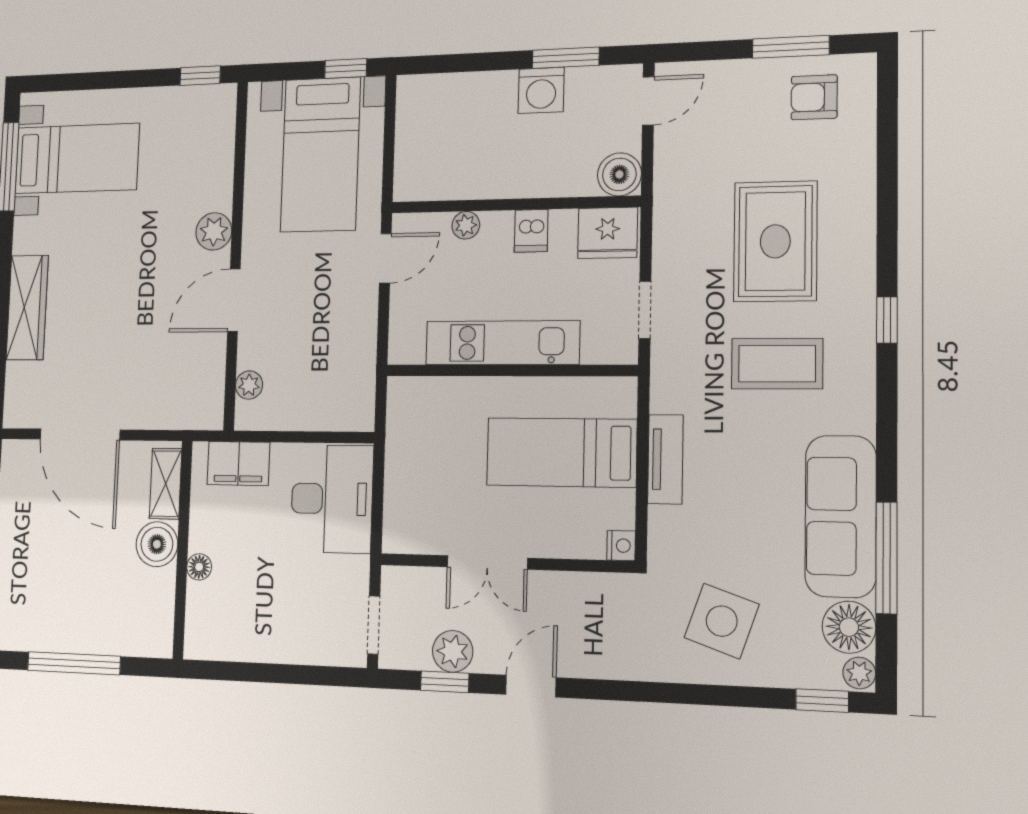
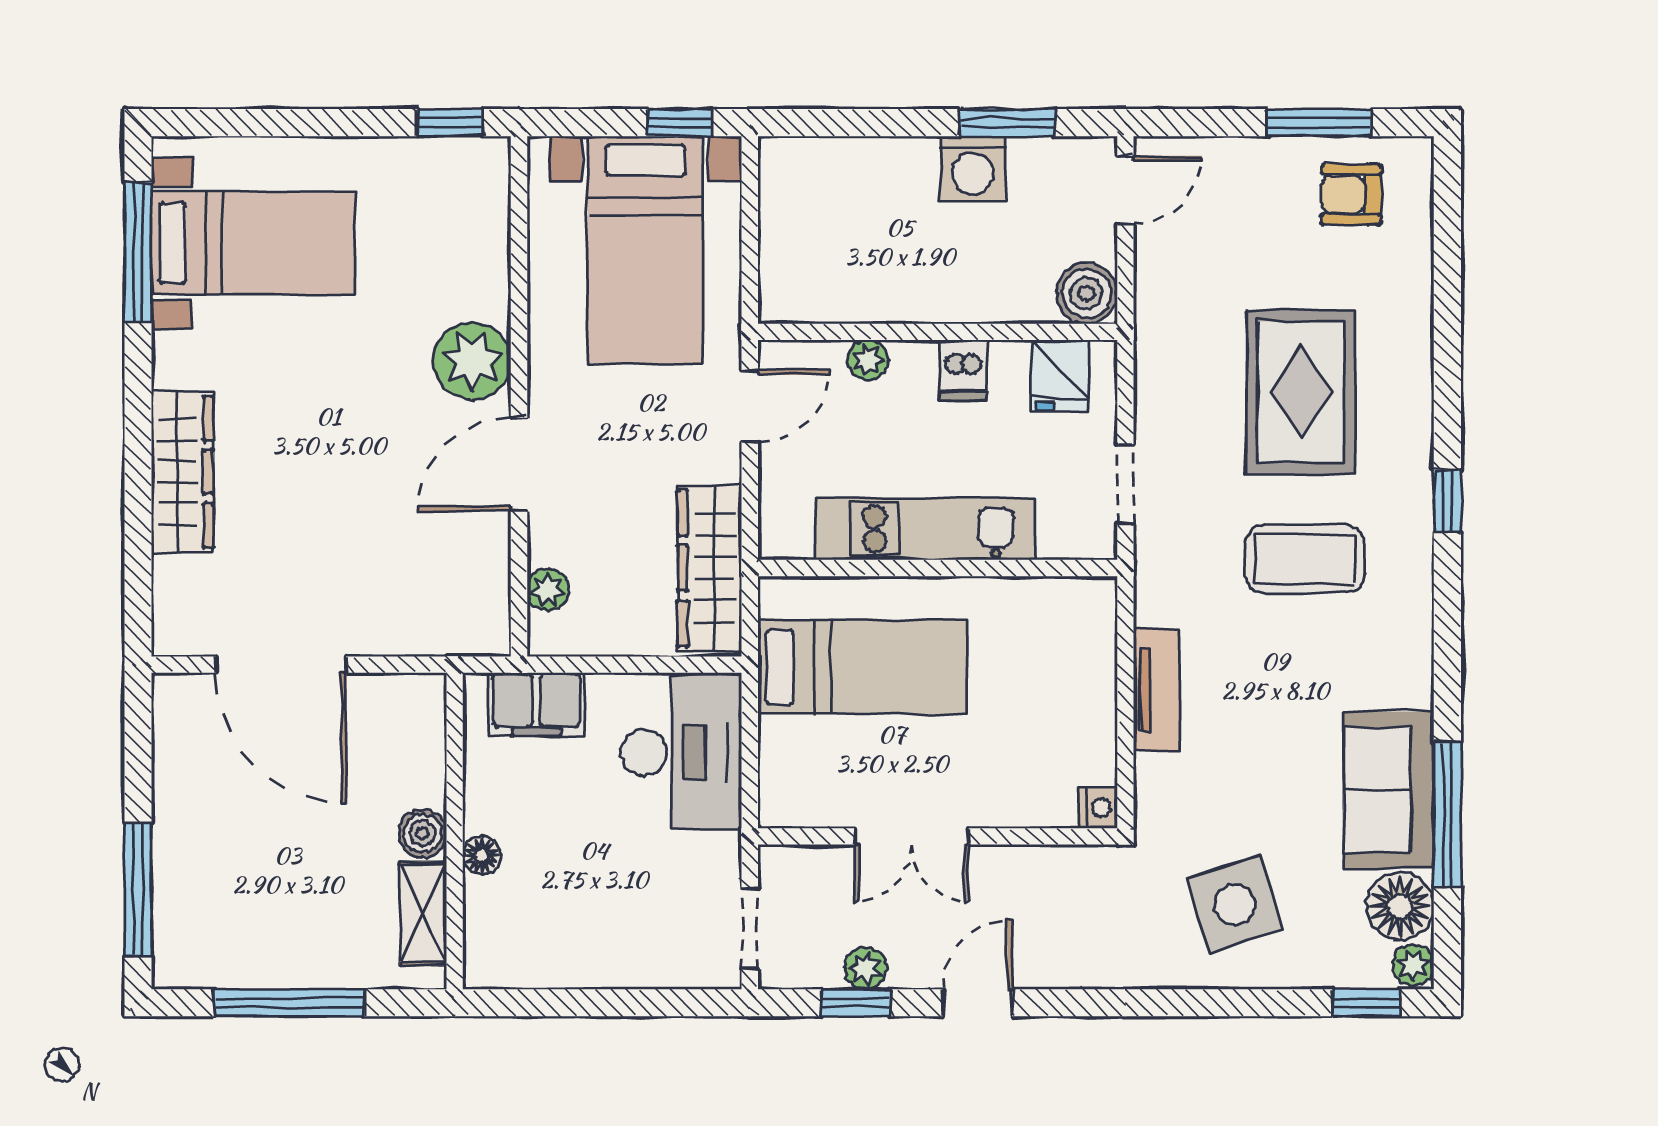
plant: (214, 231) -> (472, 361), width x1.36, depth x1.36
fridge: (608, 233) -> (1060, 376), width x0.72
wardrobe: (355, 370) -> (710, 568), added
bed: (561, 452) -> (862, 667), moved, turned 180
shelving: (166, 484) -> (423, 913), moved
sofa: (841, 516) -> (1389, 790), width x0.73
boiler: (157, 544) -> (422, 833), width x0.73, depth x0.73
side table: (722, 621) -> (1235, 905), turned -37
plant: (453, 651) -> (865, 968), width x0.73, depth x0.73

